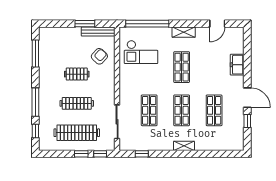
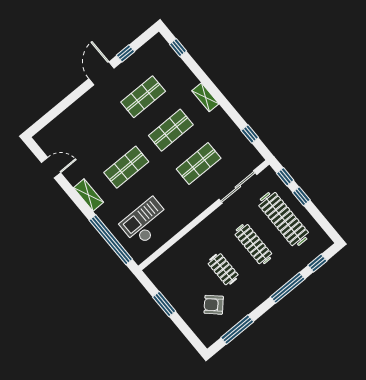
bench: (98, 32) -> (161, 284), removed
checkout: (141, 52) -> (145, 222), turned -90
armchair: (99, 56) -> (214, 305), moved
freezer: (237, 65) -> (76, 112), removed
window: (226, 154) -> (178, 48), added

